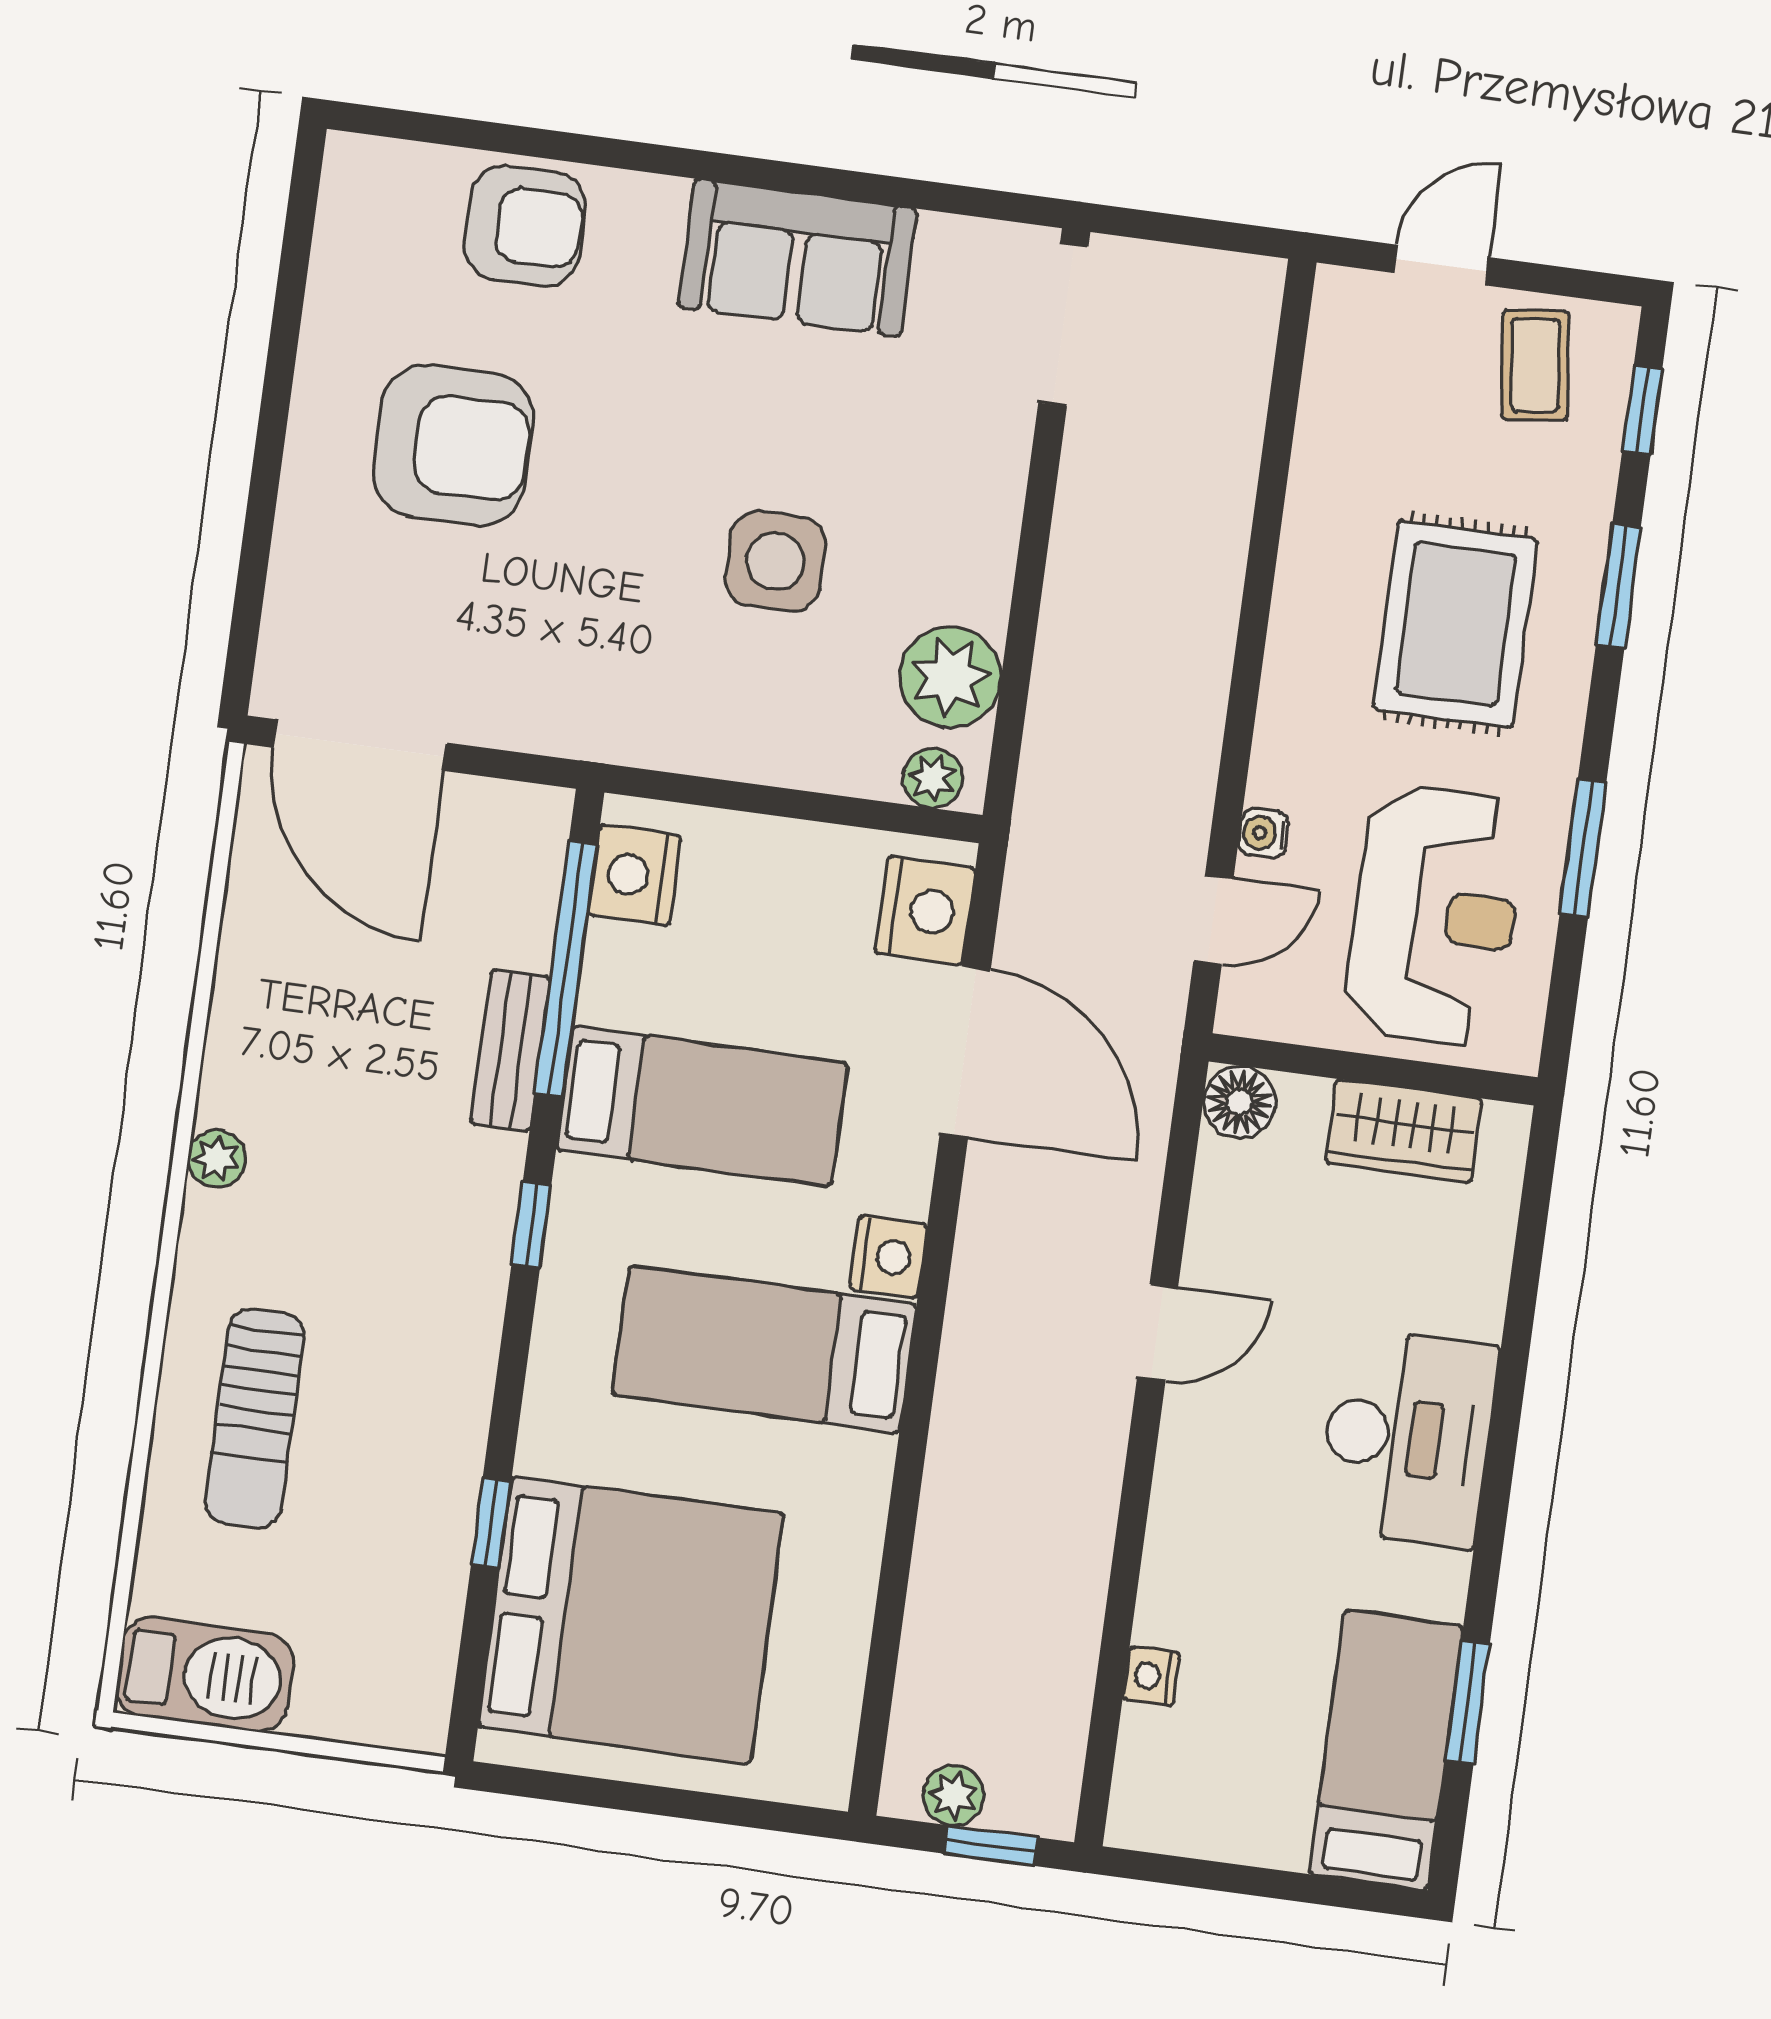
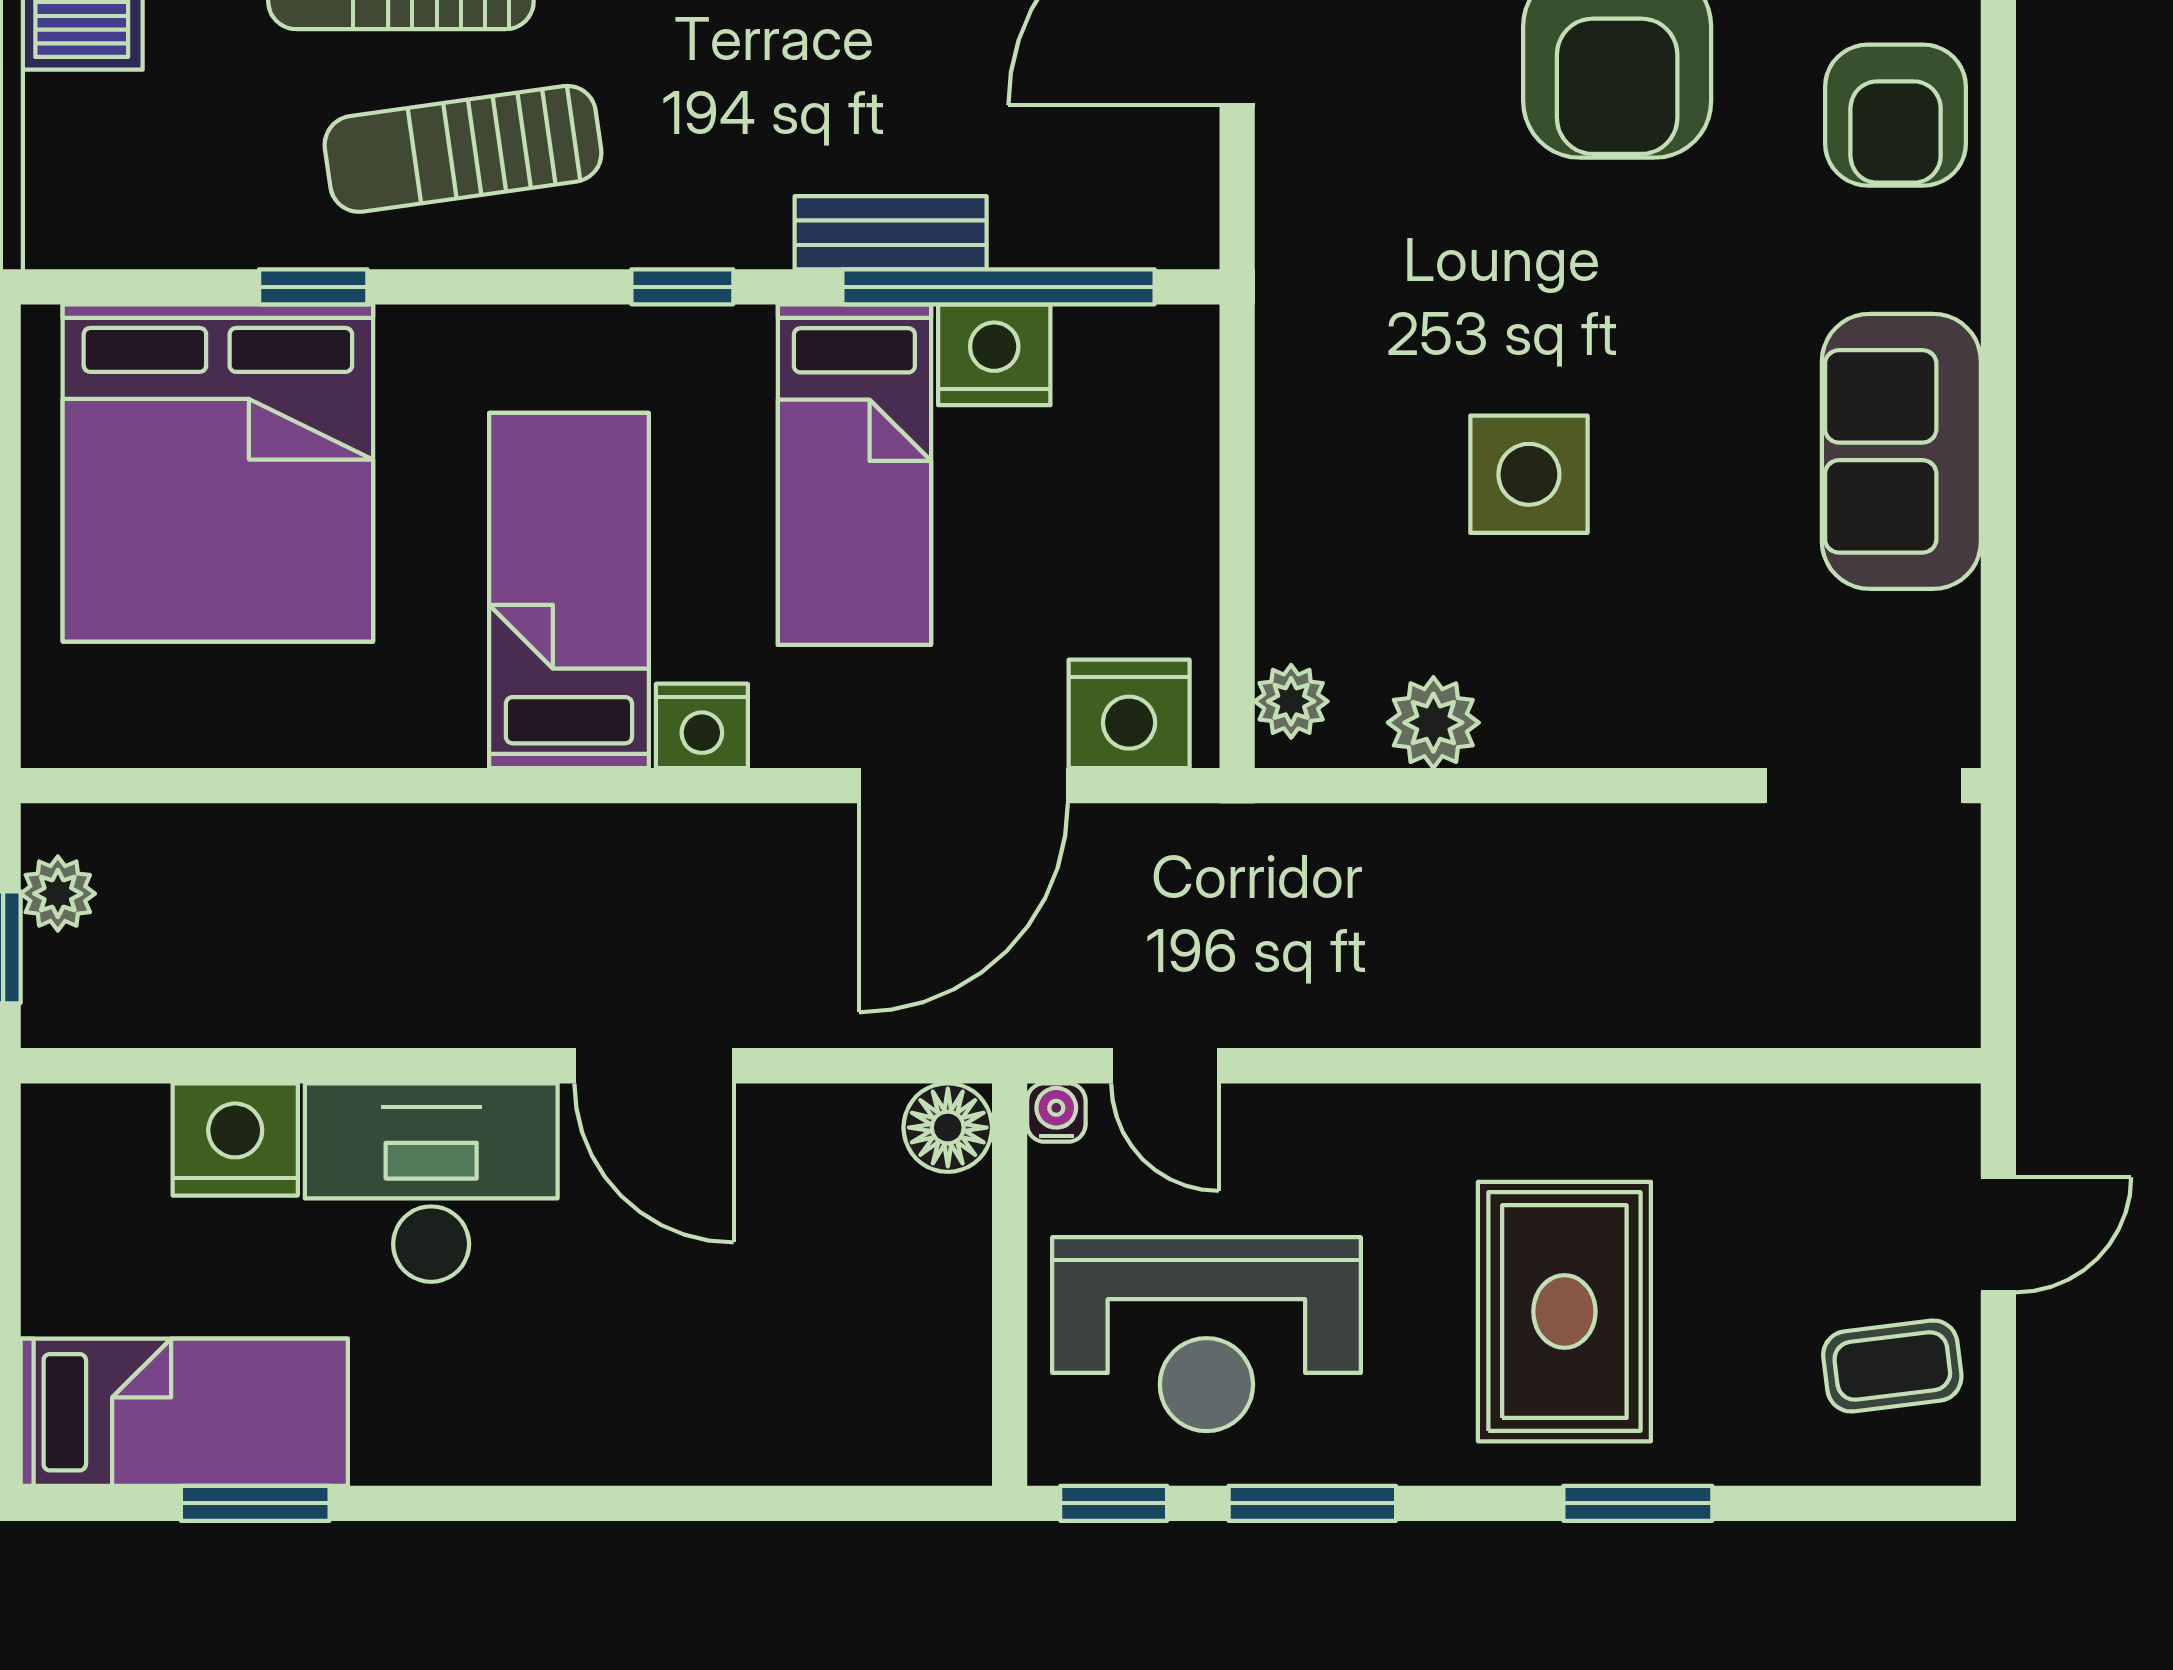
door: (1441, 265) -> (1998, 1235), hinge flipped
window: (1642, 410) -> (1114, 1503), moved
rug: (1455, 624) -> (1564, 1312), turned 90
plant: (950, 677) -> (1433, 723), width x0.73, depth x0.73
water cooler: (1263, 833) -> (1056, 1112), moved
nightstand: (634, 875) -> (994, 355), moved
wardrobe: (1404, 1131) -> (940, 1332), removed
door: (1158, 1333) -> (654, 1066), width x1.37
sun lounger: (396, 1387) -> (463, 149), added
desk: (1407, 1438) -> (431, 1183), moved, turned 180
nightstand: (1151, 1676) -> (235, 1139), width x1.89, depth x1.79

